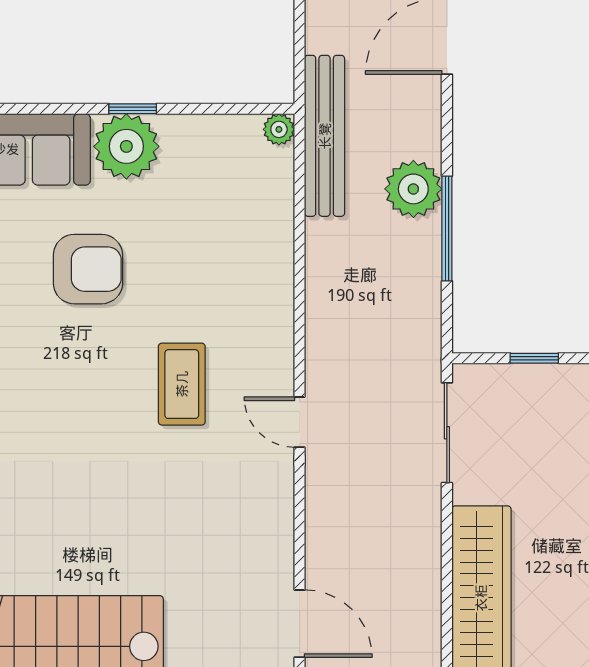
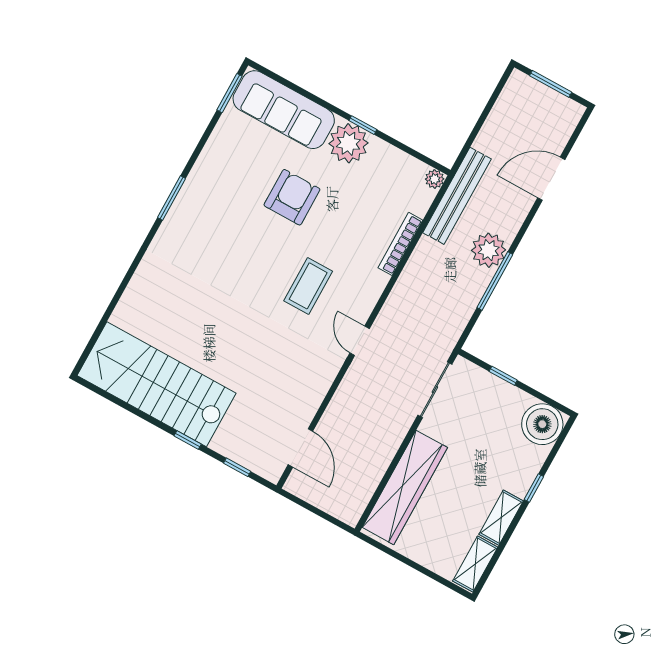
bookcase: (281, 250) -> (400, 244), added
armchair: (88, 269) -> (292, 197), turned -90

